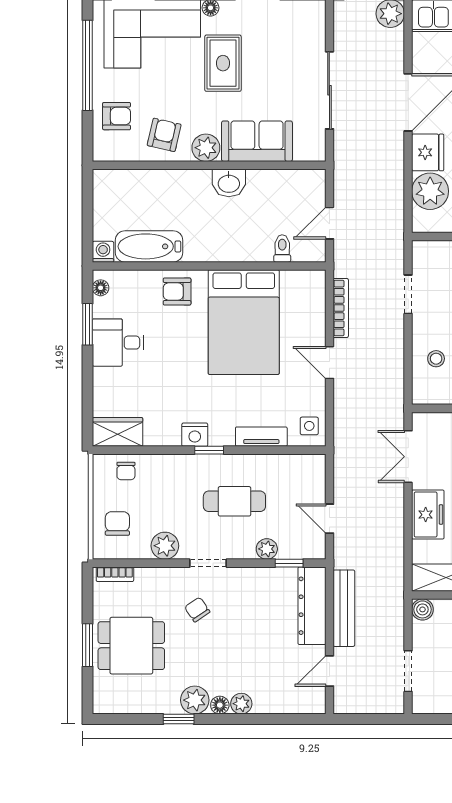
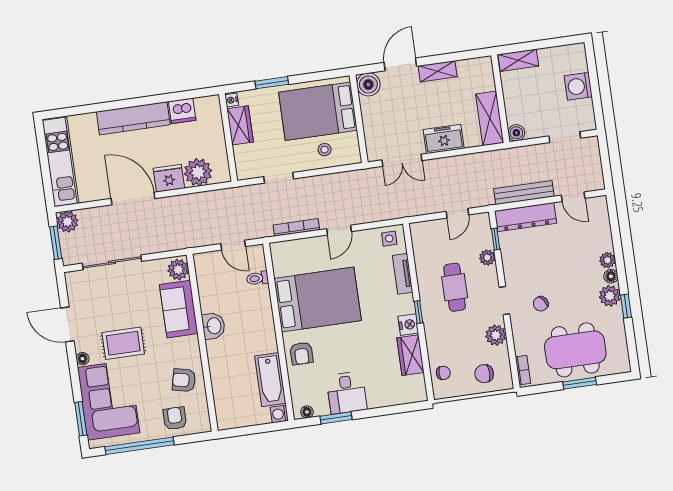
sliding door: (329, 90) -> (112, 262), moved
plant: (206, 148) -> (178, 270), moved
wardrobe: (118, 432) -> (411, 355), moved
dining table: (131, 646) -> (575, 350), width x1.38

